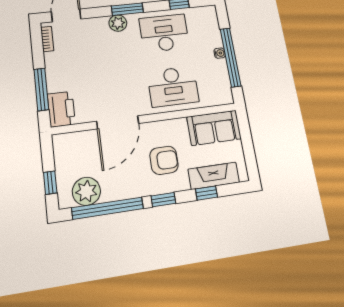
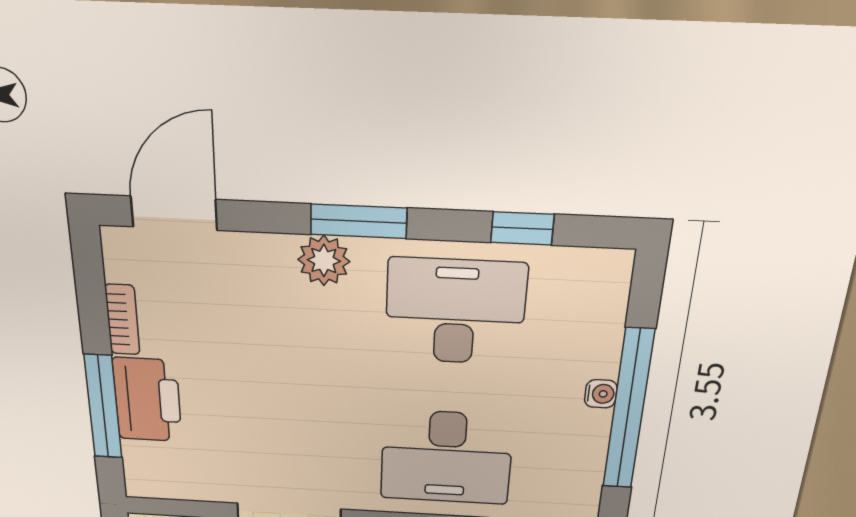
bookcase: (47, 39) -> (122, 320), moved
printer: (61, 109) -> (147, 400), moved

